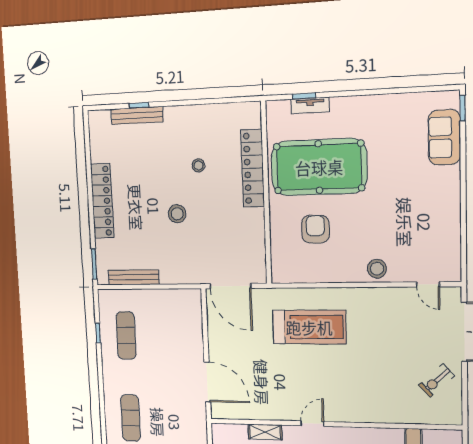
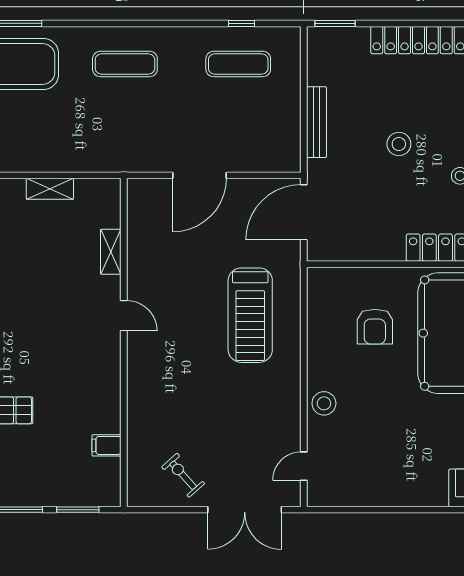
armchair: (315, 229) -> (375, 327), turned 90
bench: (134, 277) -> (317, 122), moved
door: (207, 382) -> (199, 175), moved

